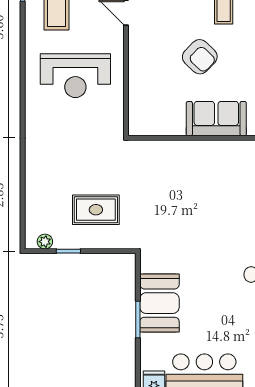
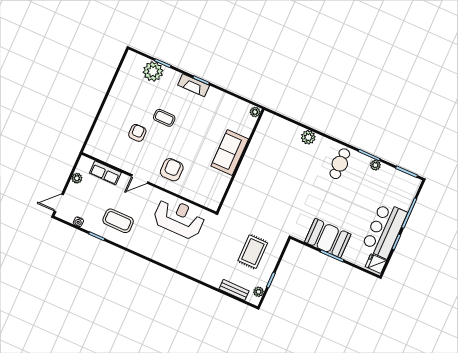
armchair: (200, 57) -> (172, 170), moved, turned -44
reception desk: (75, 76) -> (179, 218), moved, turned -90
bench: (33, 207) -> (234, 290), added

